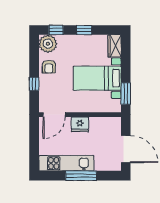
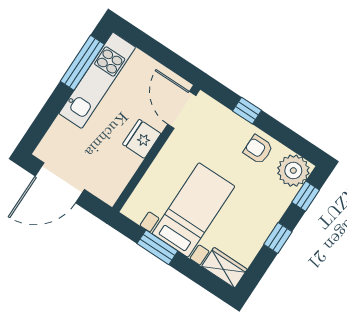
window: (126, 94) -> (157, 247), moved
window: (81, 176) -> (82, 63), moved

